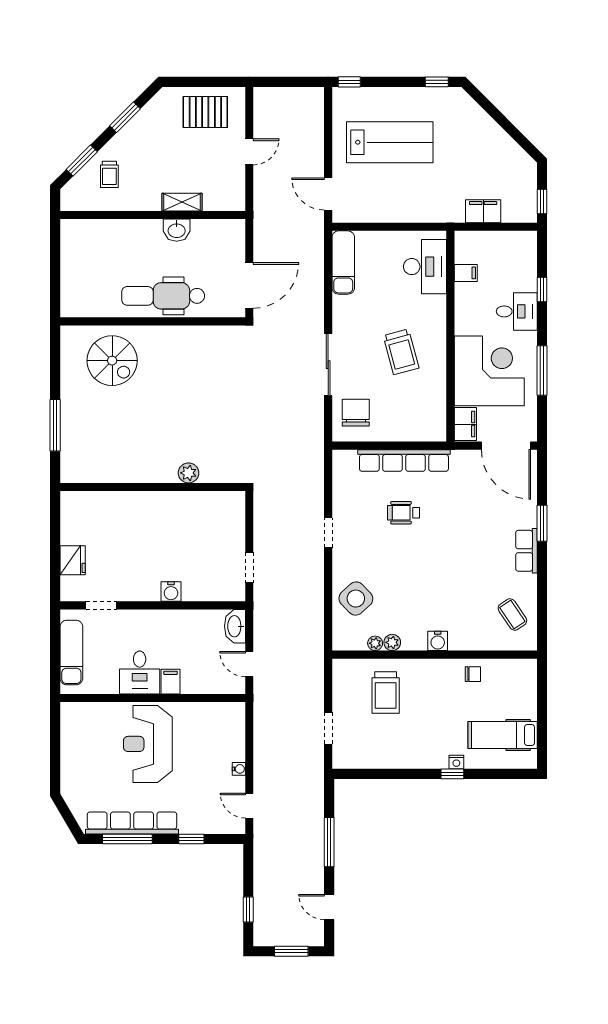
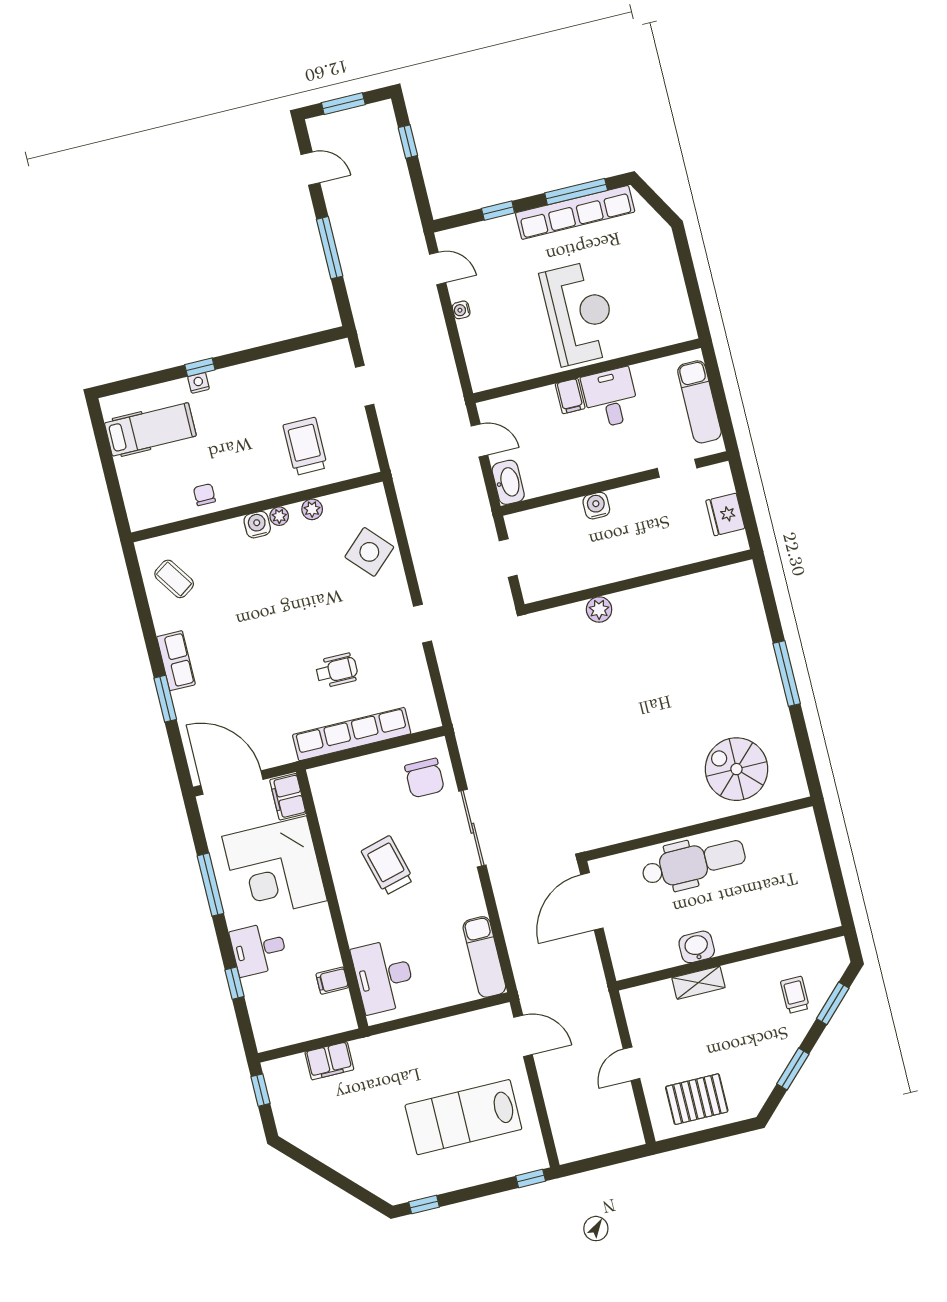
plant: (189, 473) -> (599, 609), moved
wall: (153, 487) -> (638, 582), moved
plant: (375, 643) -> (279, 516), moved
chair: (473, 674) -> (204, 495), turned 90

